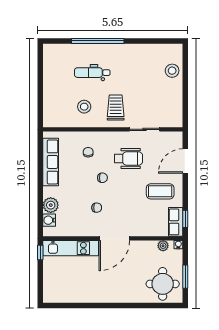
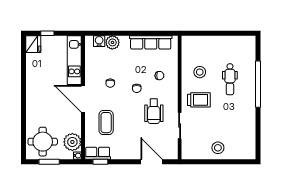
stool: (172, 71) -> (218, 148), moved
dental chair: (92, 73) -> (230, 79), turned 180
coffee table: (160, 191) -> (106, 123), moved
plant: (163, 246) -> (72, 142), width x1.88, depth x1.88
window: (40, 252) -> (47, 33), moved
fridge: (53, 295) -> (33, 44), added

